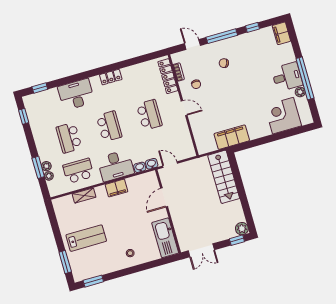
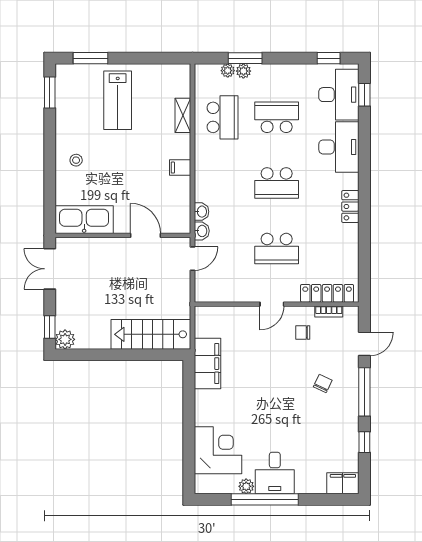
desk: (116, 166) -> (339, 95), moved, turned 180
filing cabinet: (117, 188) -> (180, 168), width x0.50

